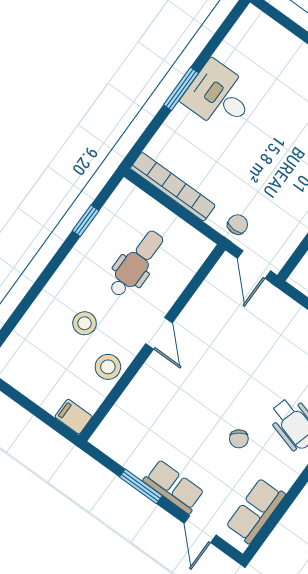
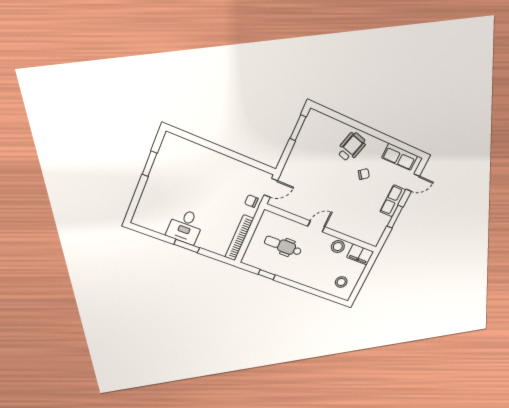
stool: (85, 323) -> (341, 282), moved
filing cabinet: (74, 417) -> (360, 254), width x2.00

